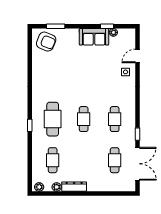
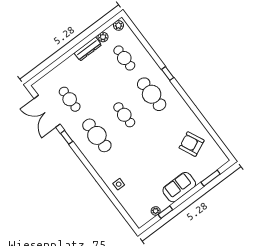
sofa: (94, 37) -> (179, 187), moved
armchair: (46, 42) -> (192, 144), moved, turned 43
door: (138, 56) -> (119, 206), removed
cafe table: (115, 119) -> (97, 135), width x1.37, depth x1.35

